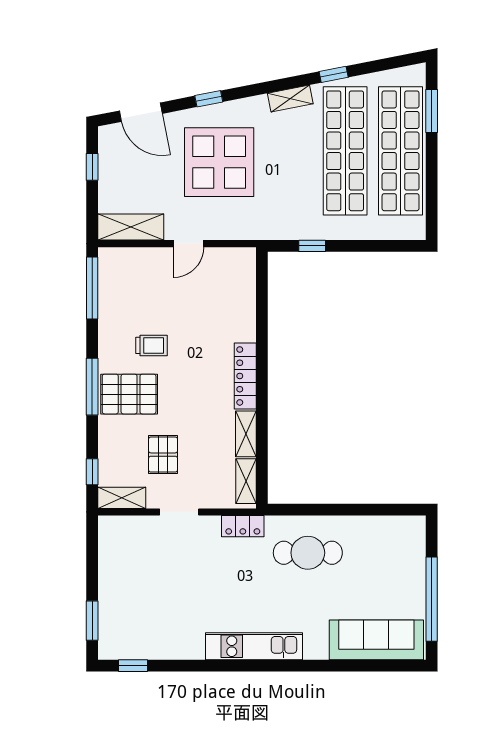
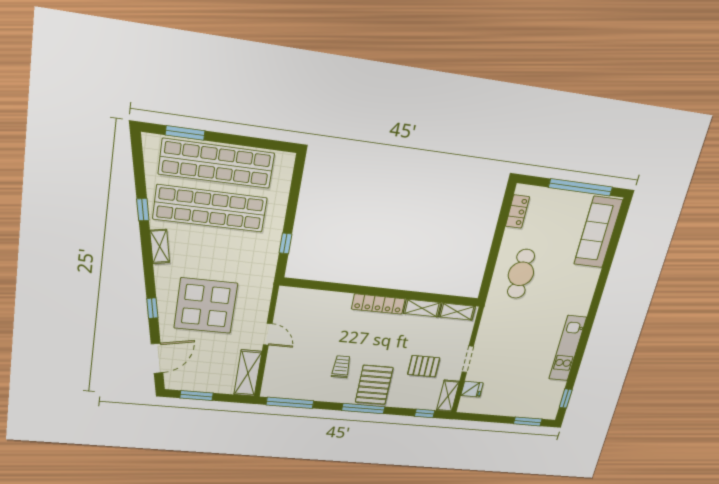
window: (92, 167) -> (196, 396), width x1.50
locker: (243, 526) -> (517, 212), moved
fridge: (135, 529) -> (472, 389), added
kitchen unit: (254, 646) -> (568, 348), moved

